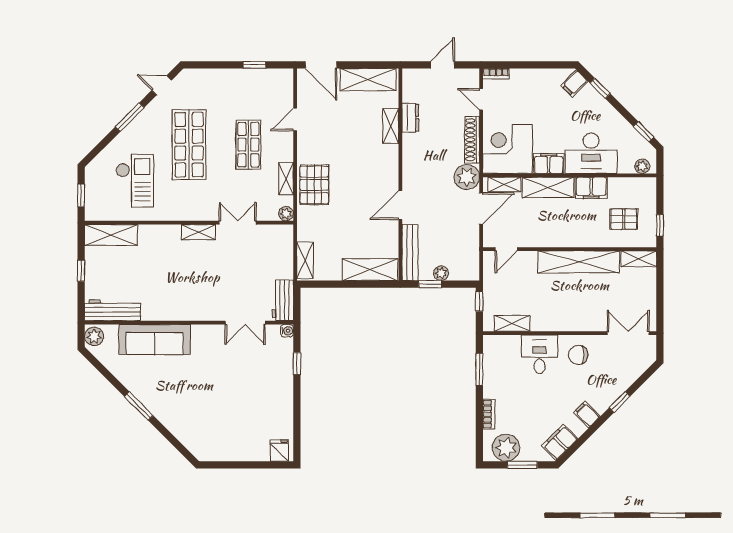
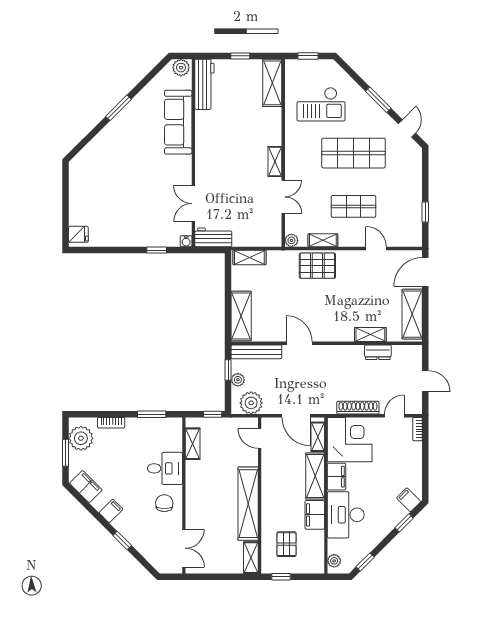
plant: (467, 177) -> (251, 403), moved

